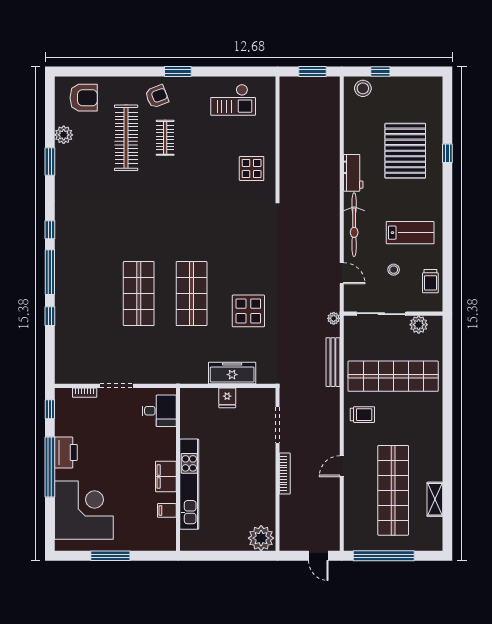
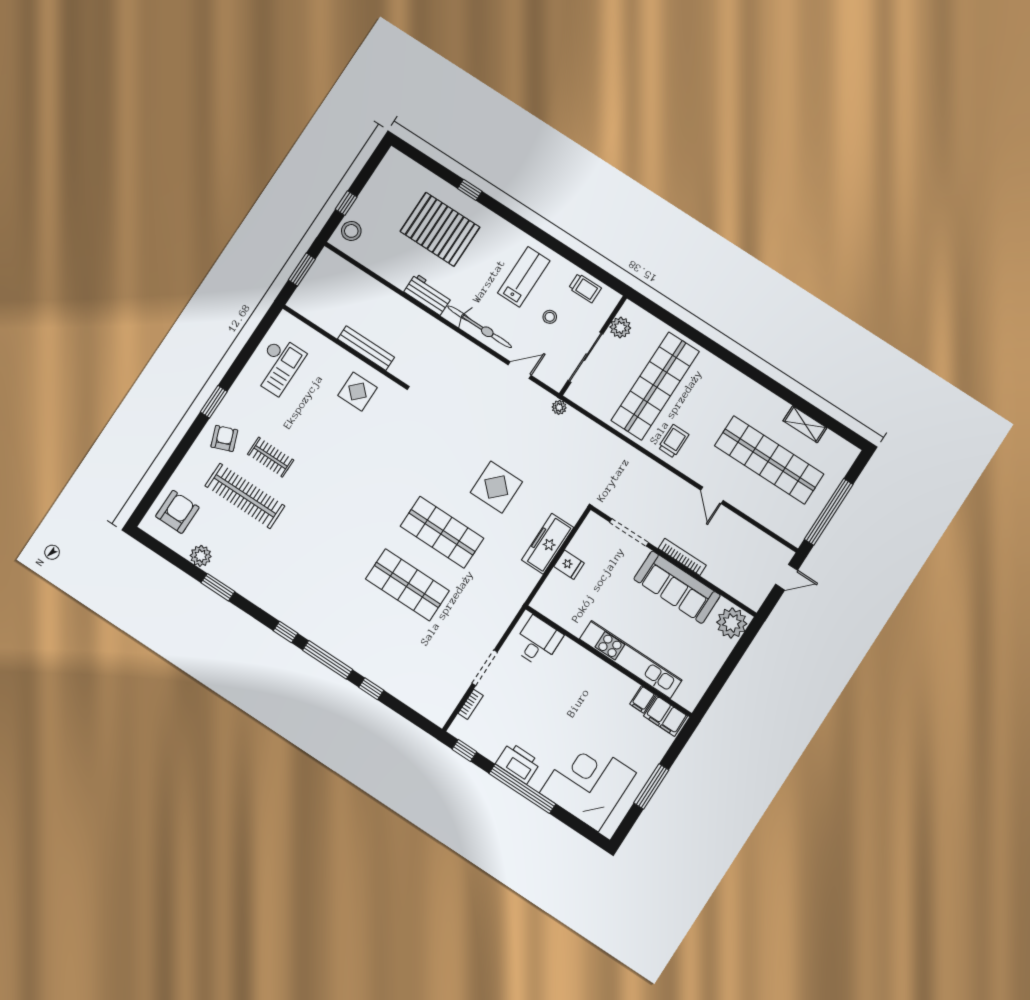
bench: (333, 362) -> (366, 348), moved
filing cabinet: (166, 476) -> (666, 716), moved
sofa: (261, 484) -> (677, 587), added

